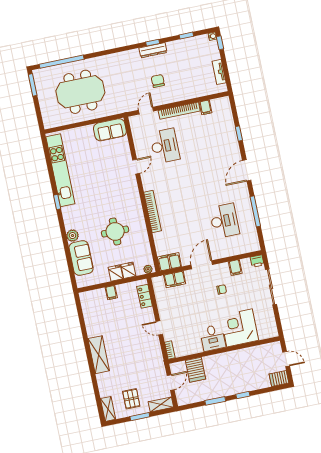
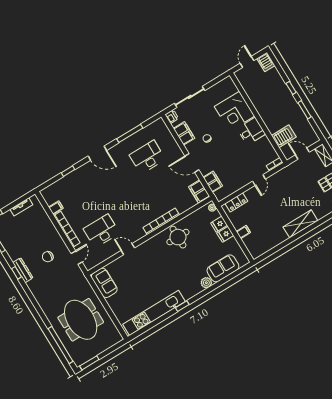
door: (146, 111) -> (77, 258), swing flipped
round table: (115, 231) -> (178, 237), moved
filing cabinet: (235, 268) -> (184, 133), width x2.00

